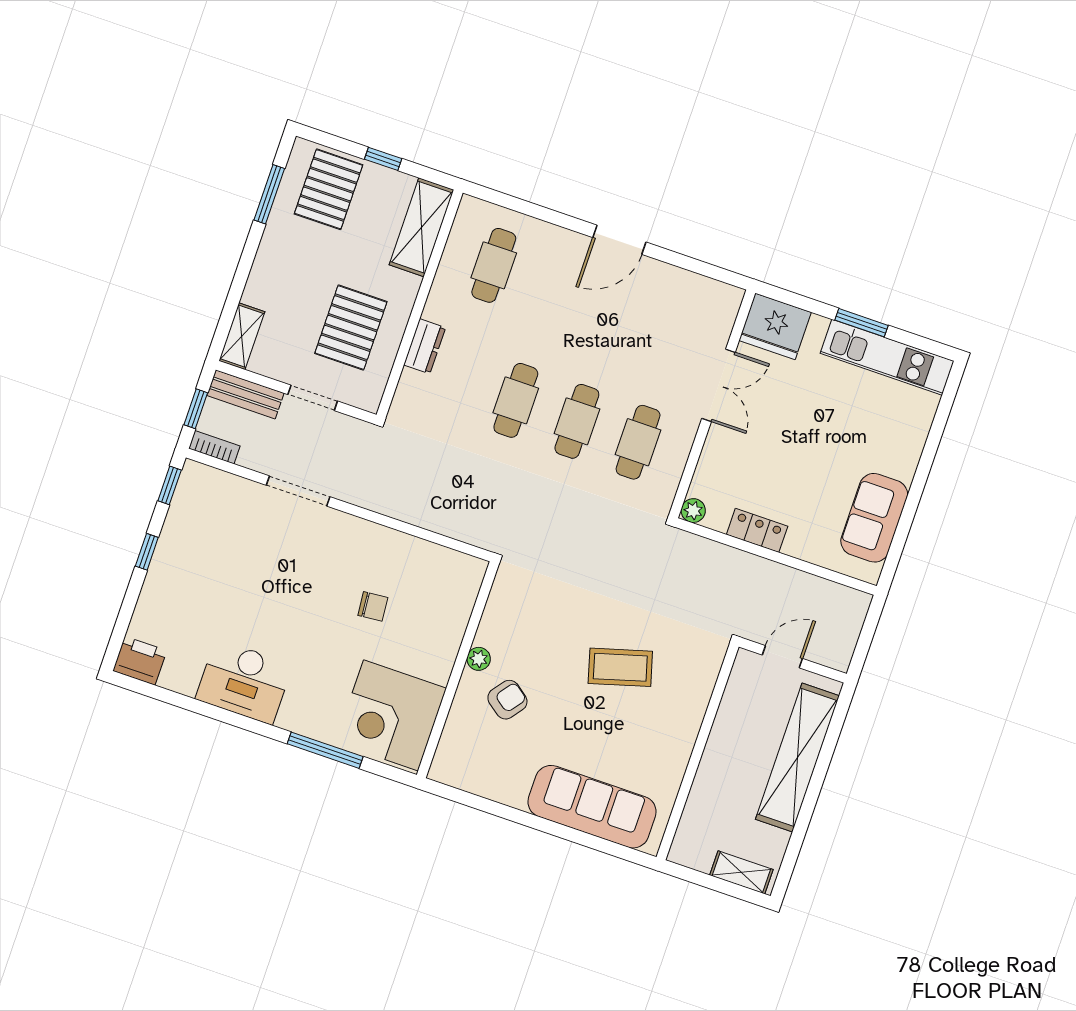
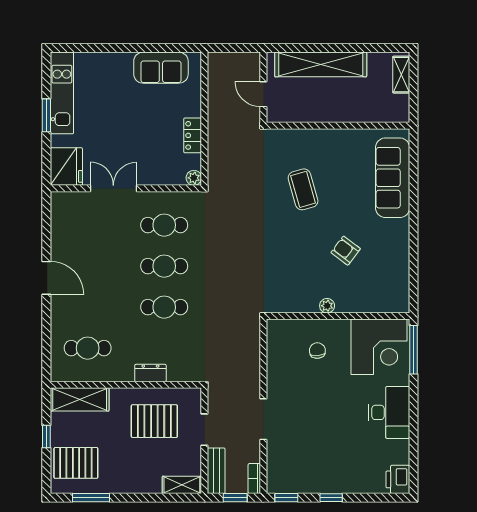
plant: (479, 659) -> (327, 306), moved
wall: (458, 670) -> (338, 316), moved
corner desk: (391, 715) -> (379, 347), moved

